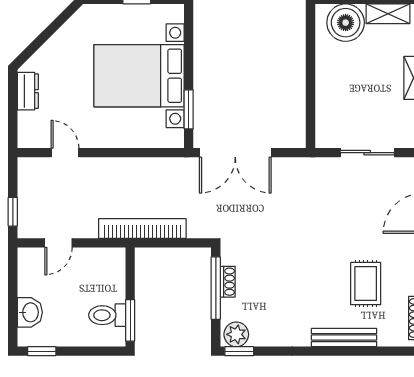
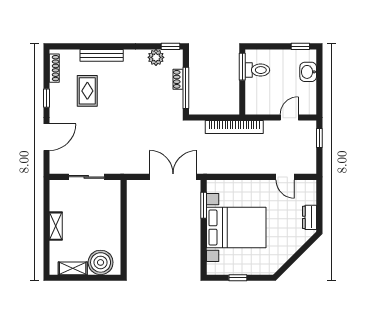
shoe rack: (228, 282) -> (178, 79), moved
plant: (236, 334) -> (156, 57), moved

